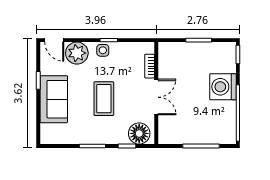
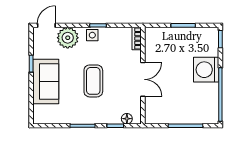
door: (54, 40) -> (46, 25), swing flipped
bookcase: (150, 66) -> (137, 38), moved
floor lamp: (139, 133) -> (127, 119), width x0.53, depth x0.53

